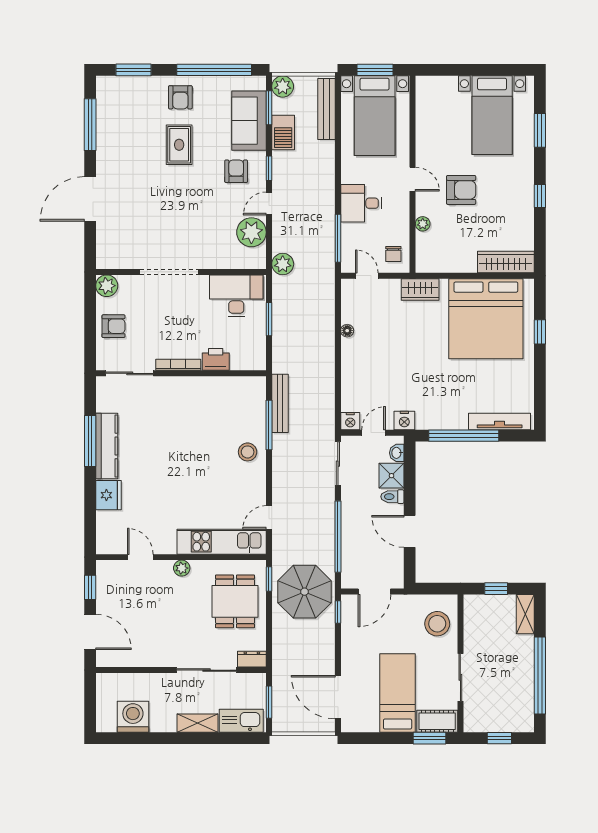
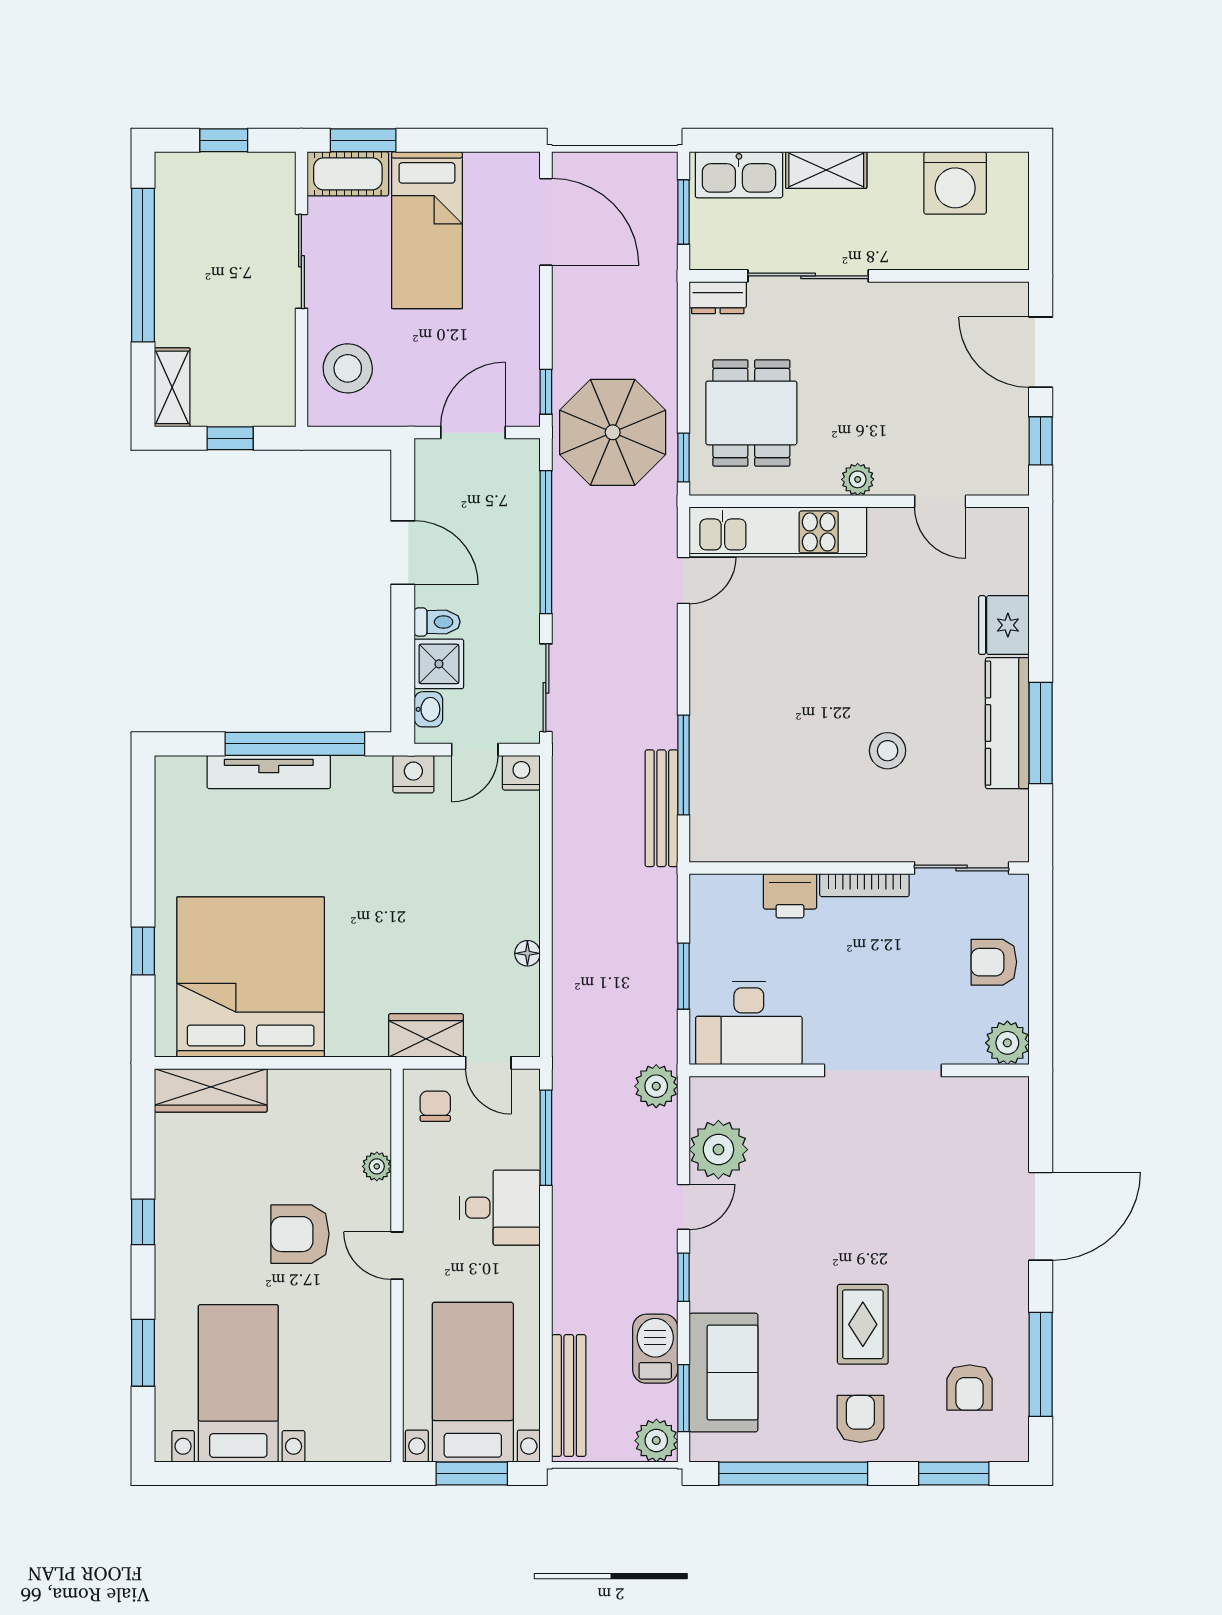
armchair: (236, 171) -> (970, 1388), moved
wardrobe: (420, 289) -> (426, 1035), moved
tv unit: (500, 421) -> (269, 772), moved
stool: (248, 452) -> (888, 751), moved

